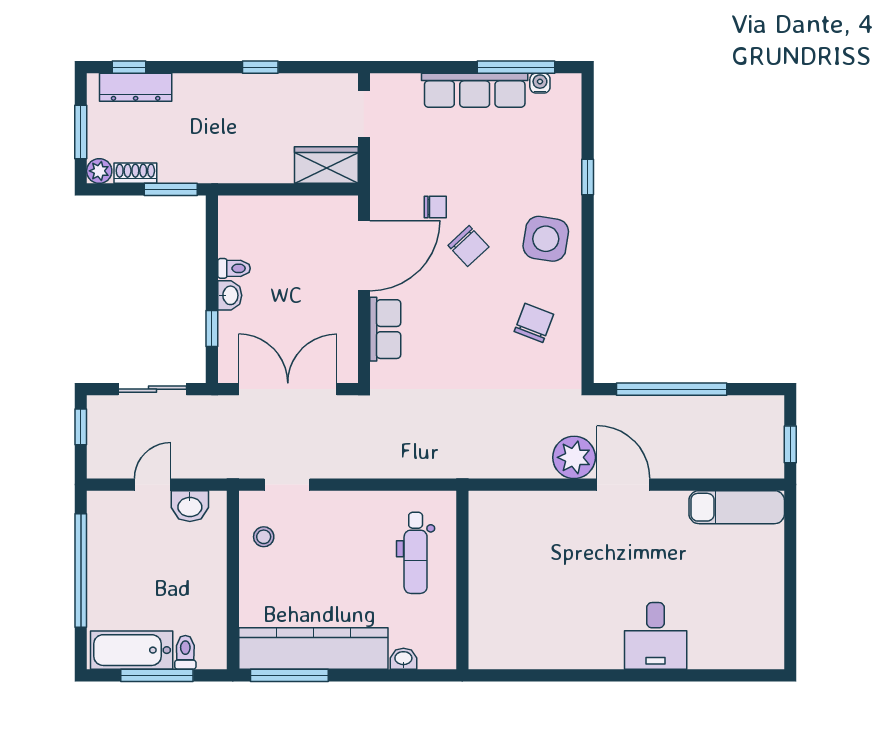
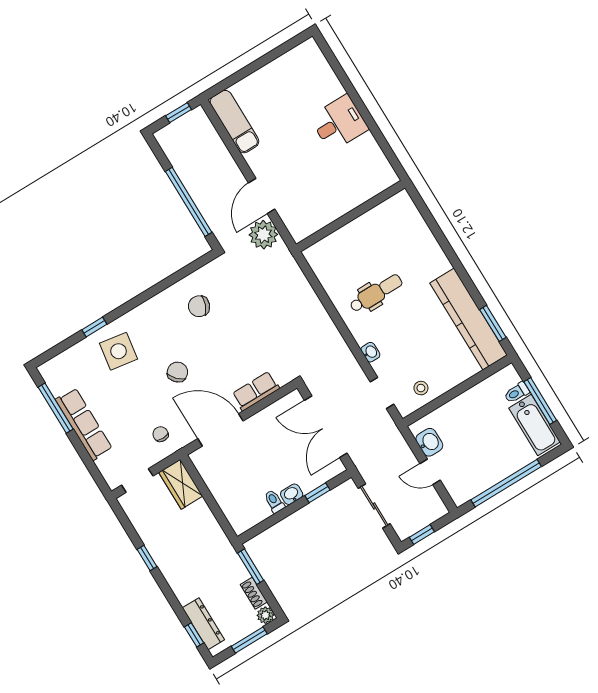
water cooler: (540, 83) -> (56, 388), removed
chair: (435, 207) -> (161, 434), moved
side table: (546, 239) -> (119, 351), moved
wall: (462, 580) -> (351, 216), moved
washbasin: (403, 659) -> (370, 352), moved, turned 180
window: (289, 675) -> (493, 323), width x0.69

